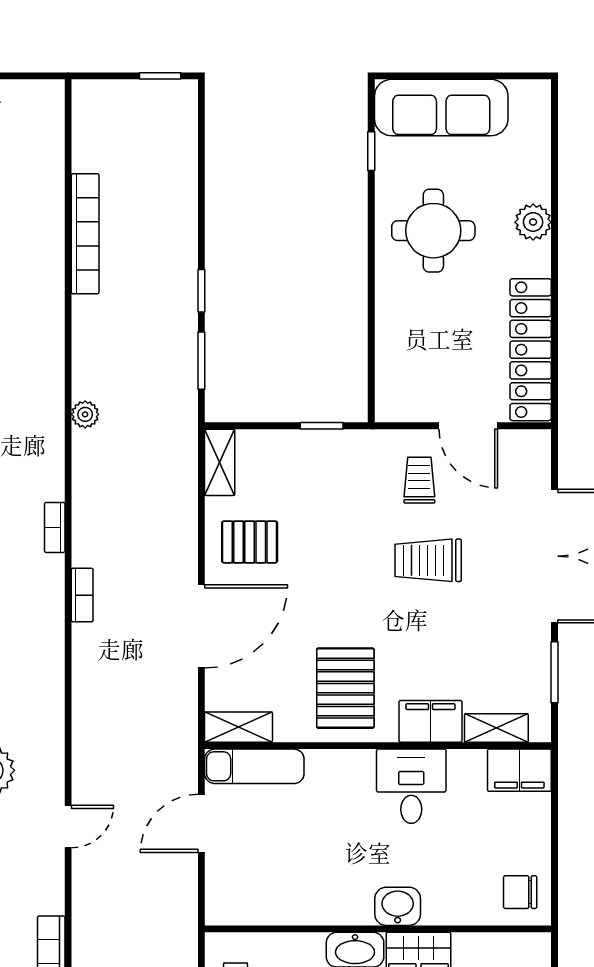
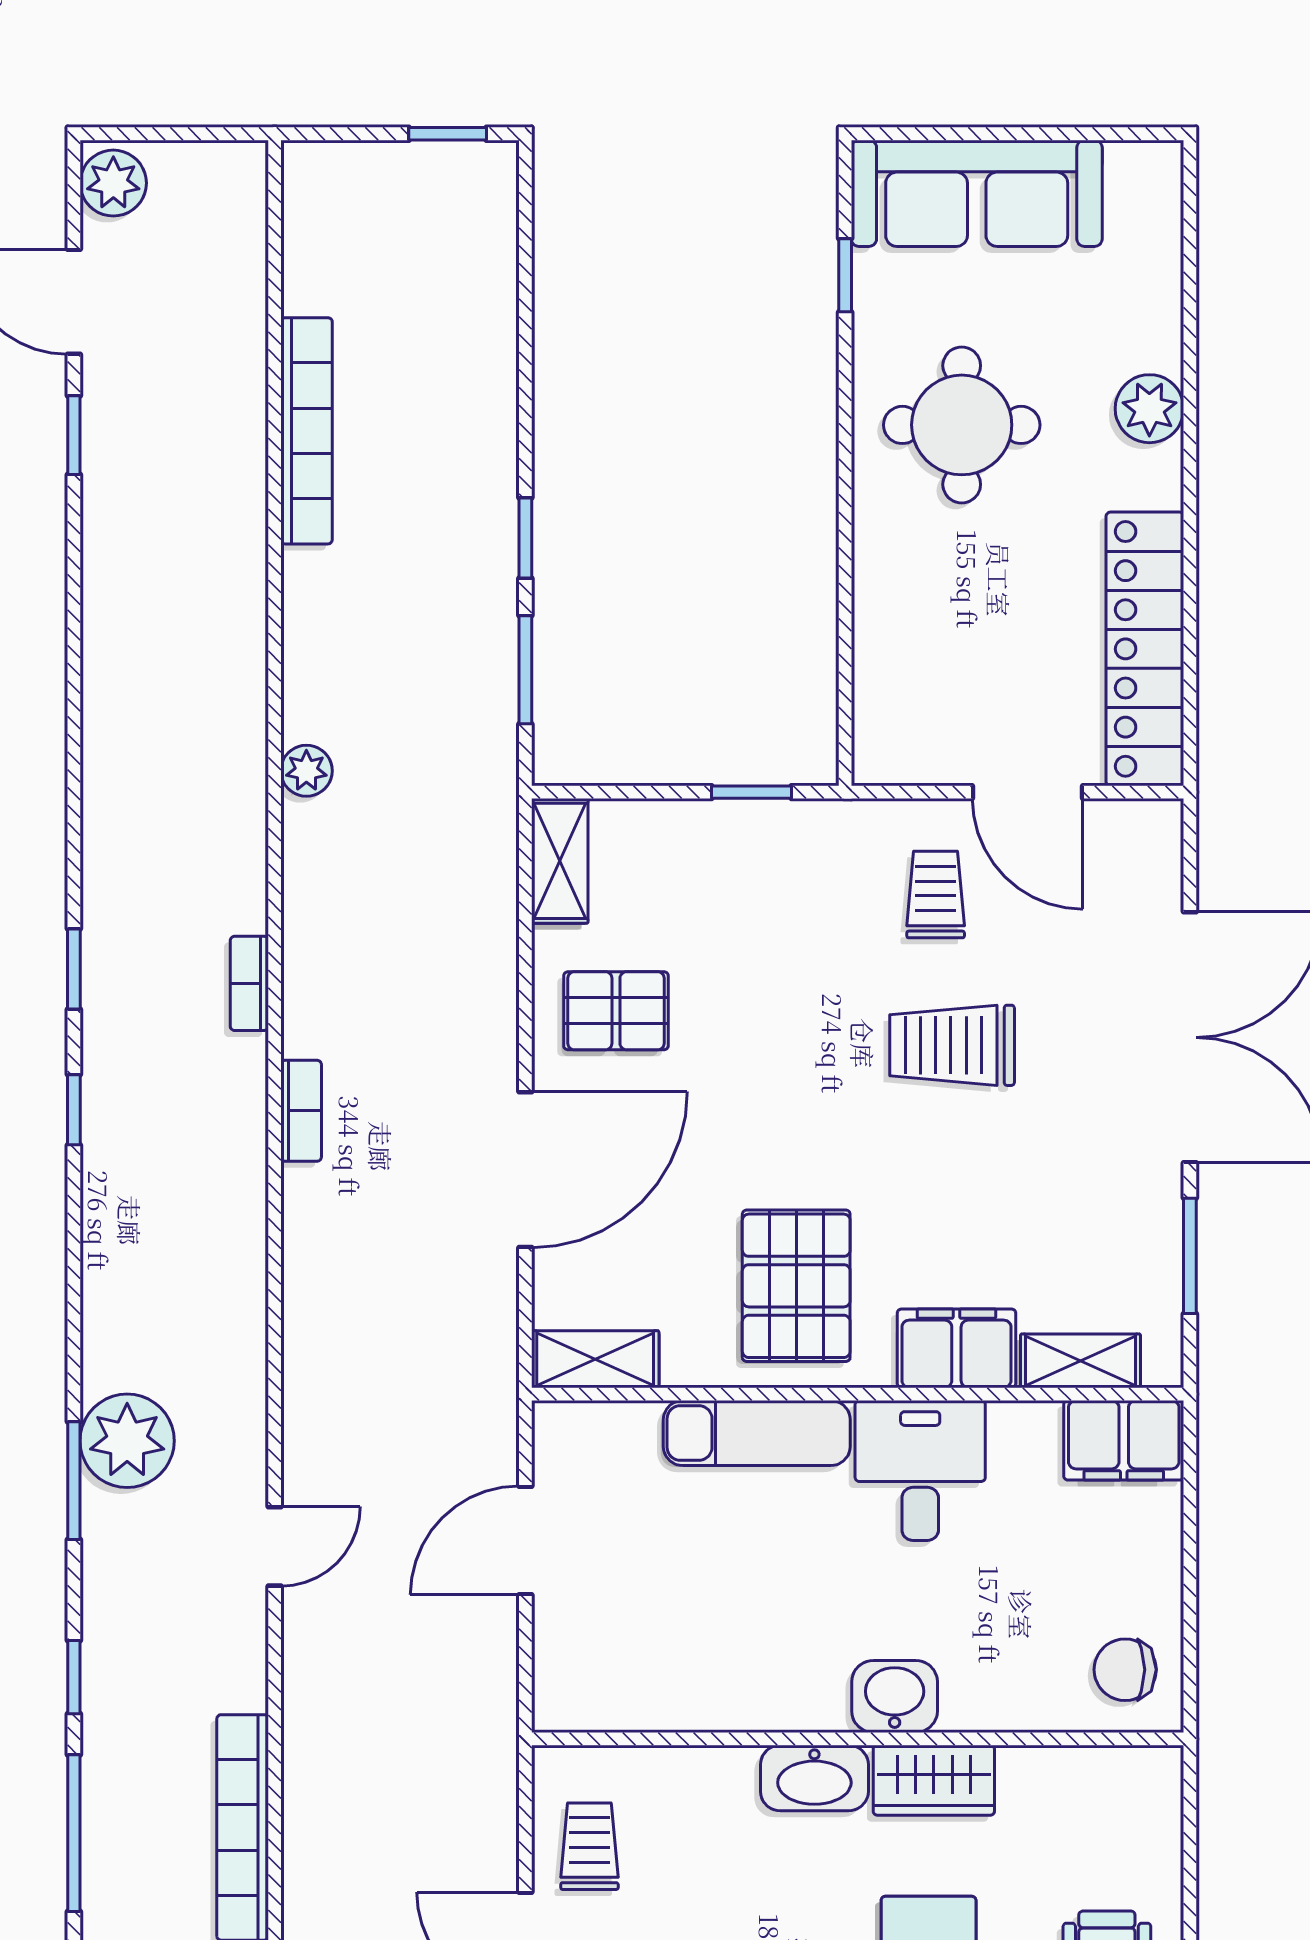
exam couch: (254, 766) -> (757, 1433), moved

